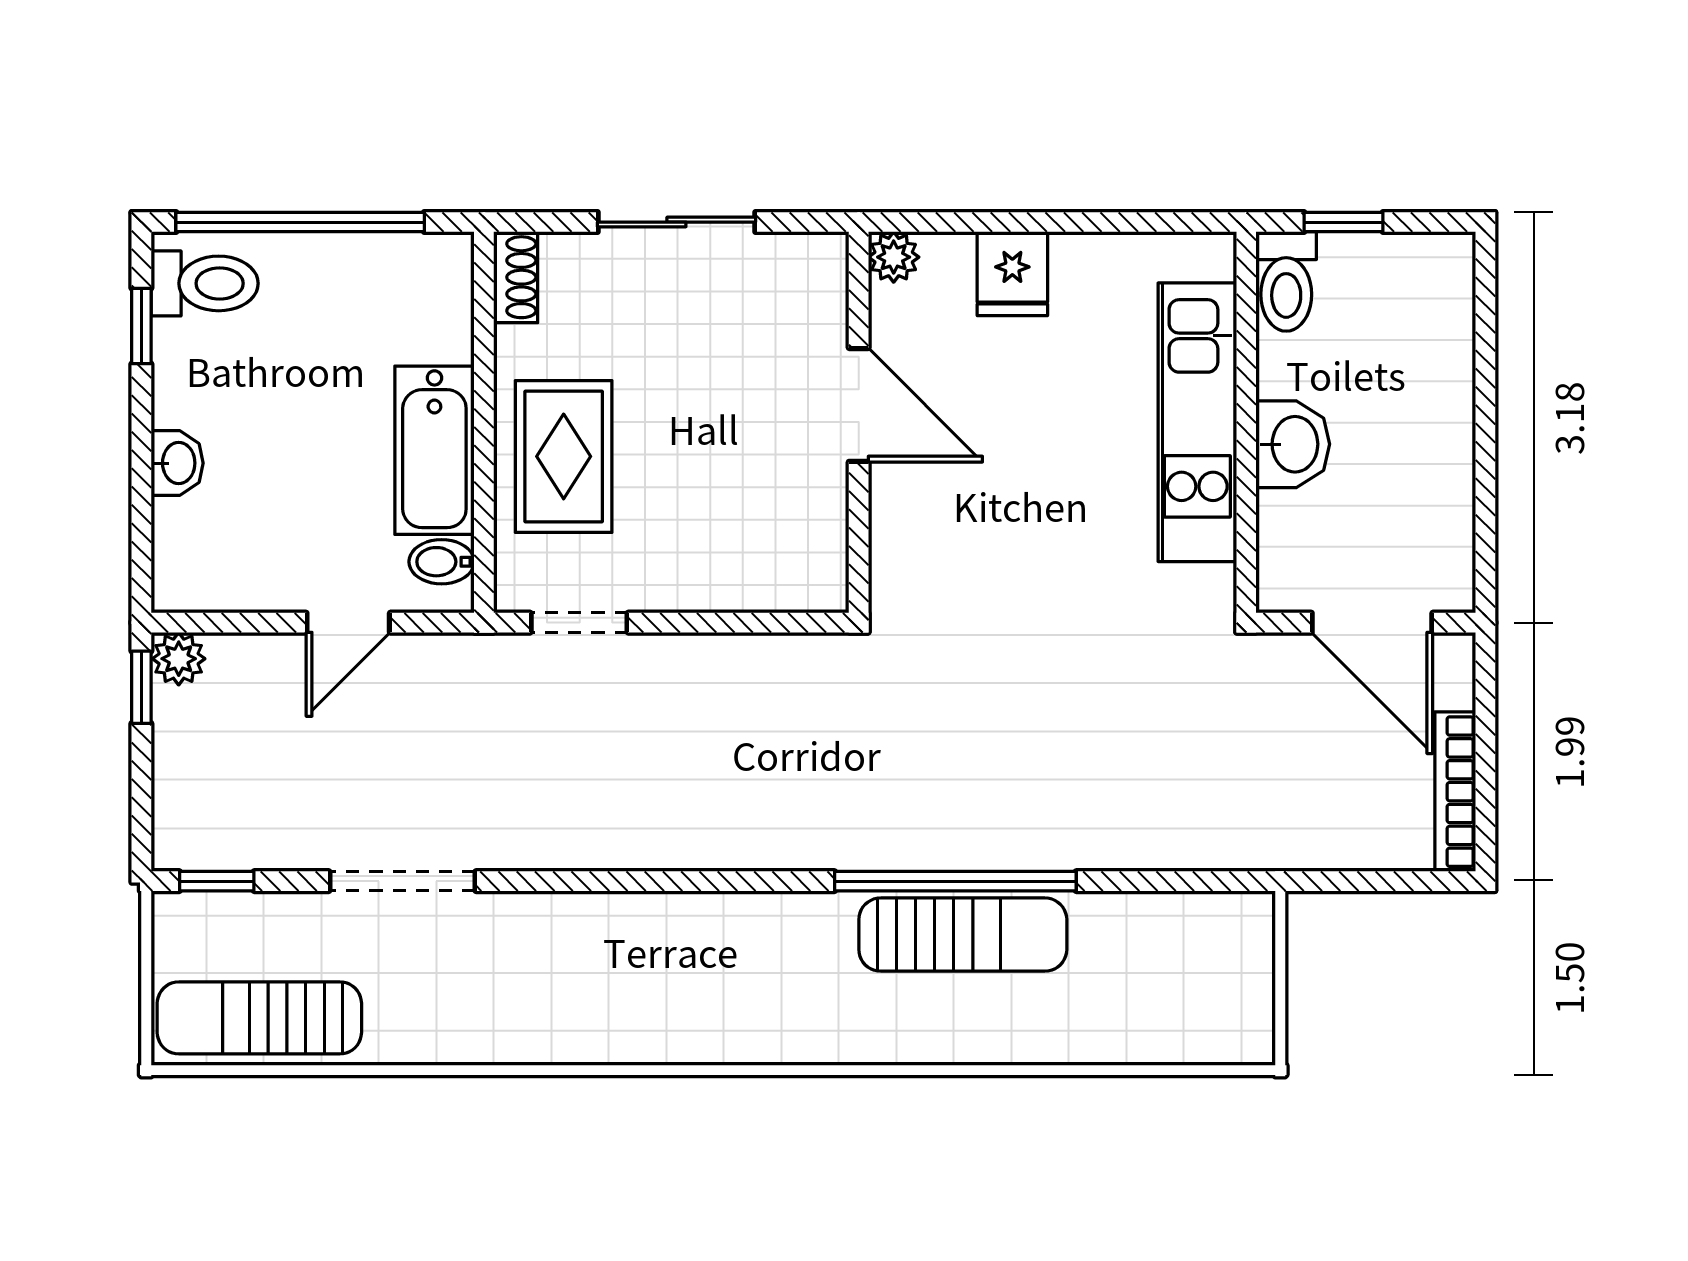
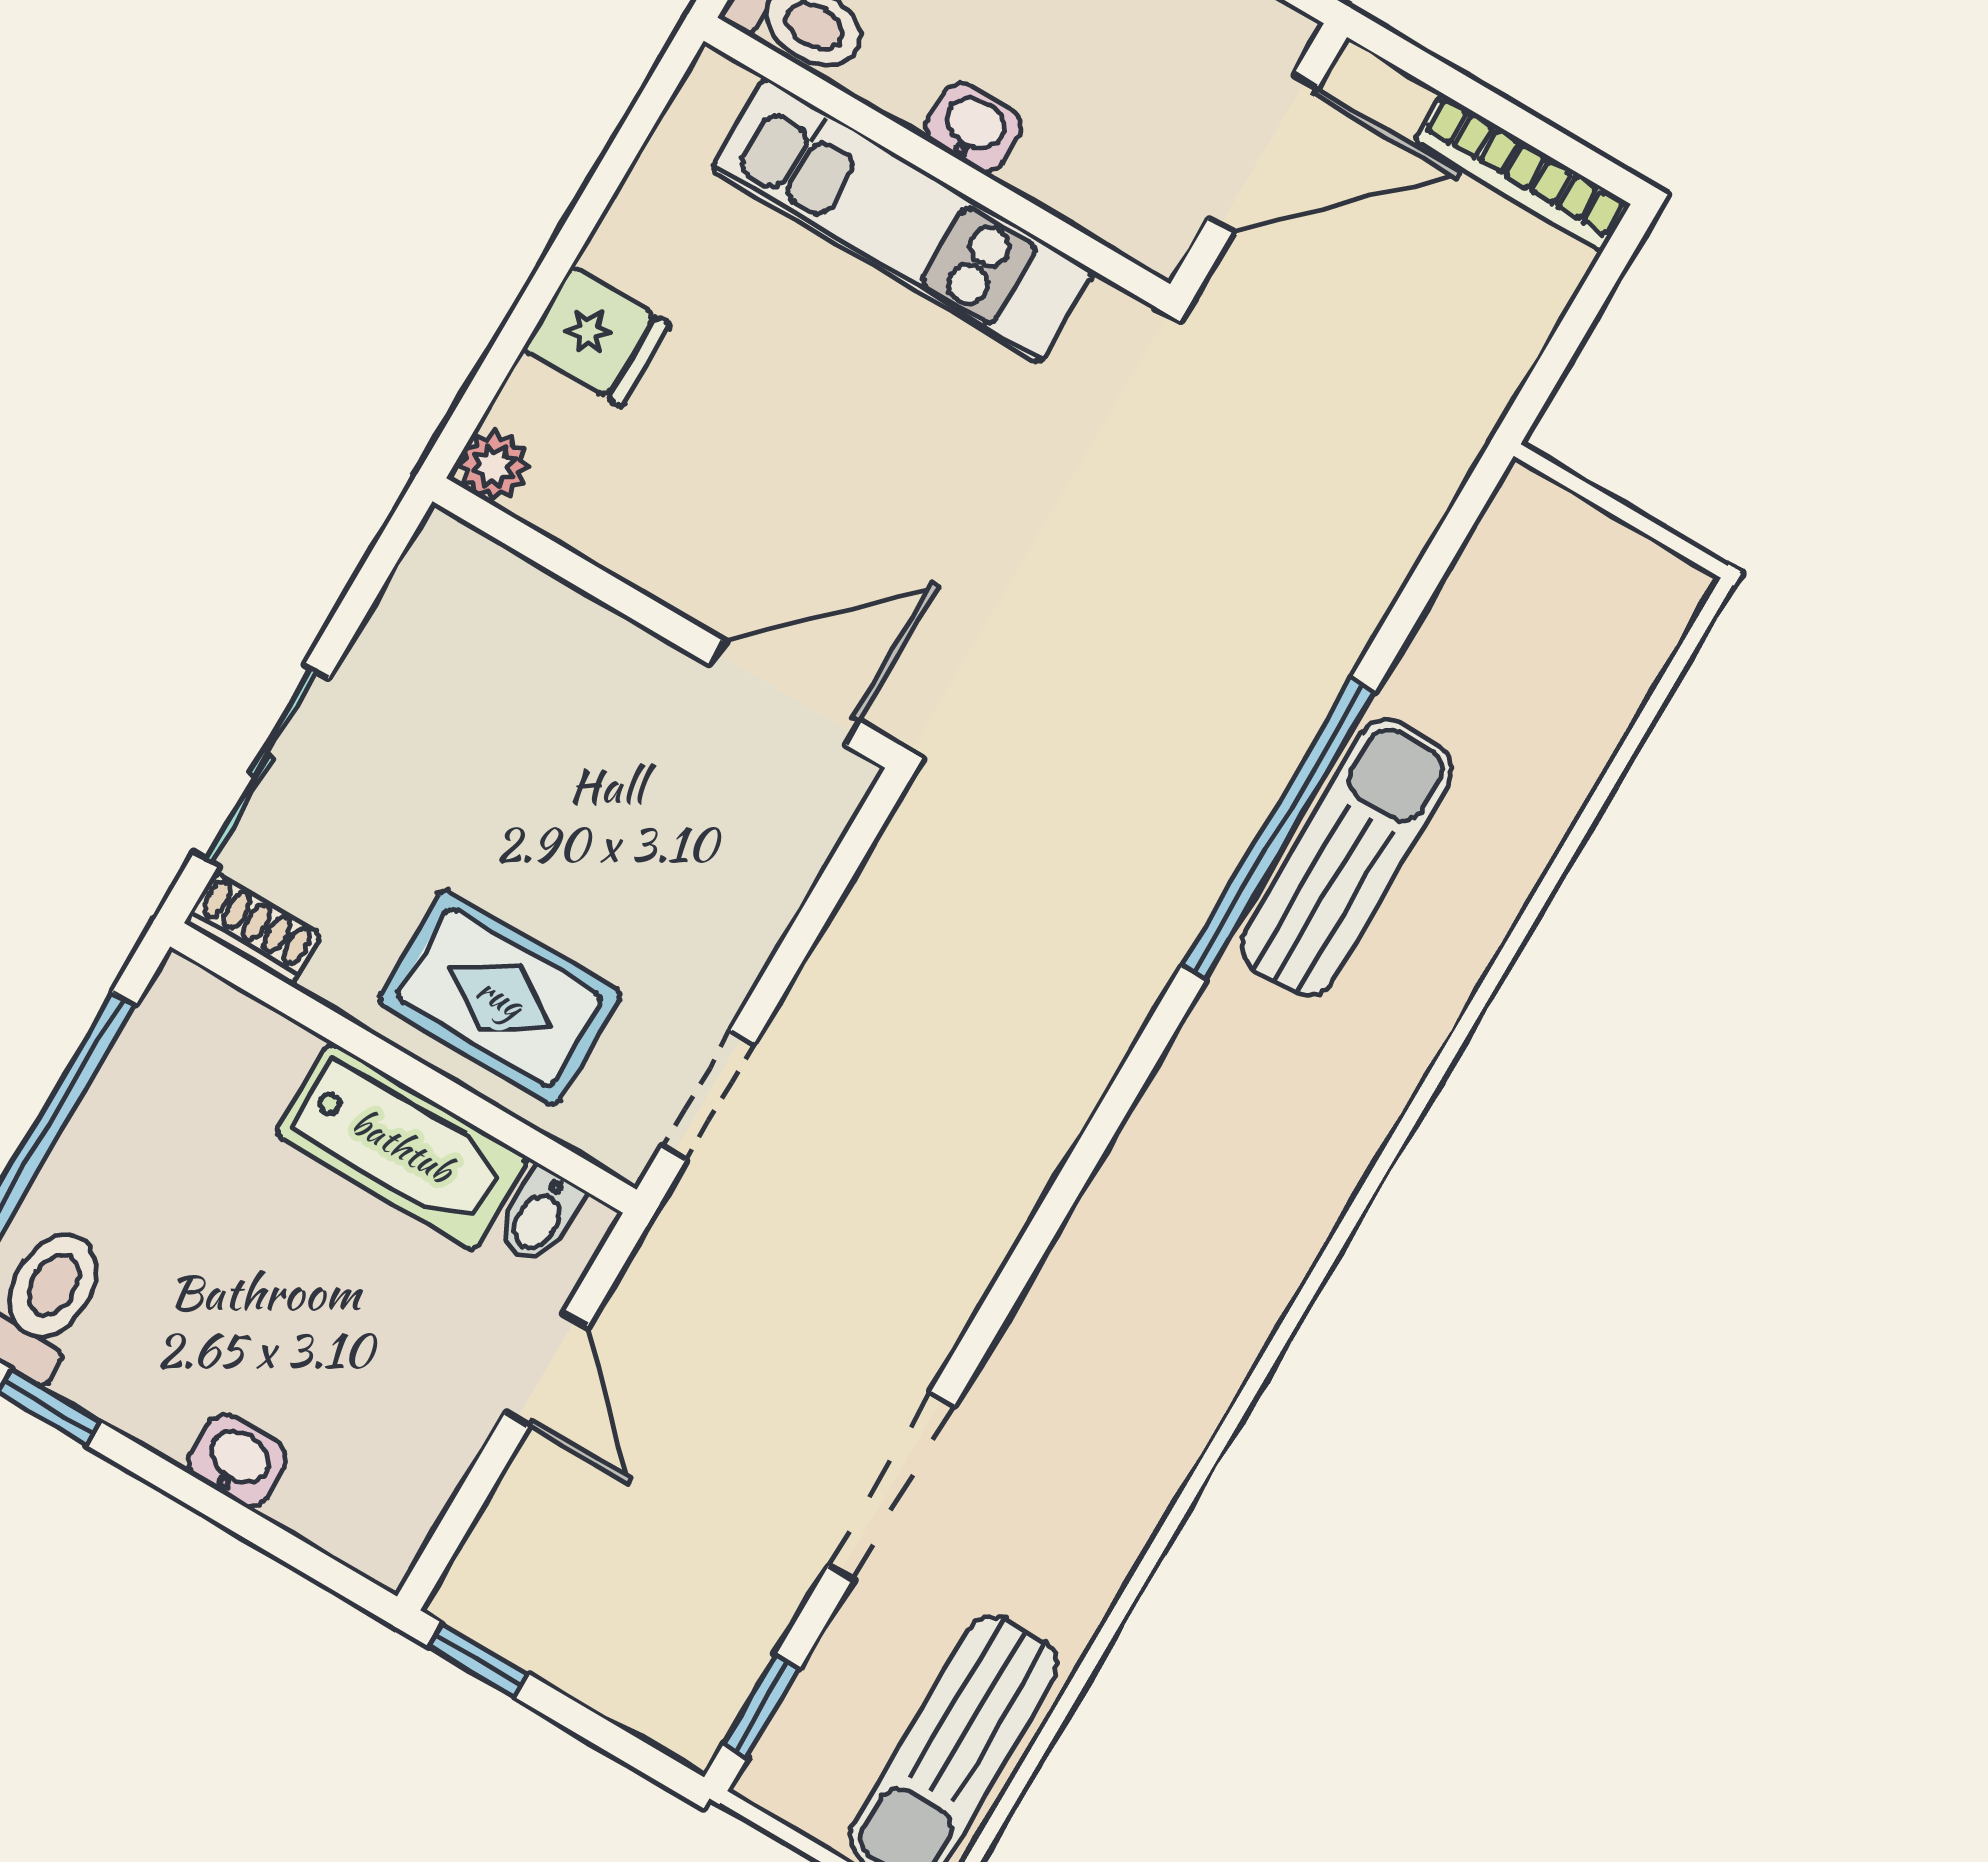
sliding door: (676, 222) -> (261, 766), moved
door: (859, 405) -> (785, 693), moved
washbasin: (1293, 444) -> (973, 128), width x0.72, depth x0.69
plant: (179, 659) -> (471, 1596), removed

